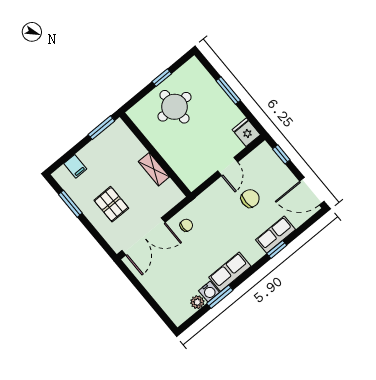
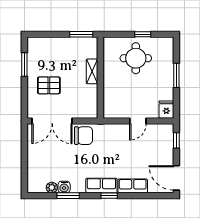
filing cabinet: (75, 166) -> (46, 44), removed
shelving: (154, 169) -> (92, 71), moved
chair: (250, 198) -> (135, 151), removed
pallet: (111, 204) -> (49, 85), turned 90
chair: (186, 225) -> (83, 136), width x1.87, depth x1.87
window: (277, 249) -> (109, 196), moved
row of seats: (230, 272) -> (101, 185), moved

